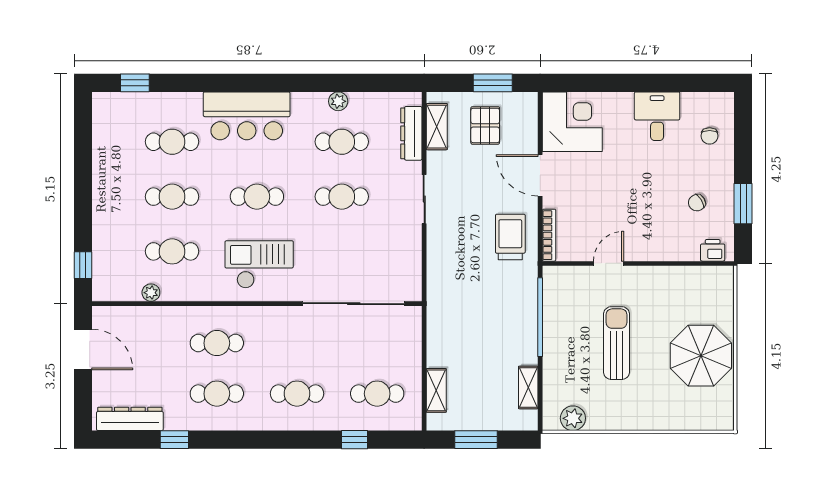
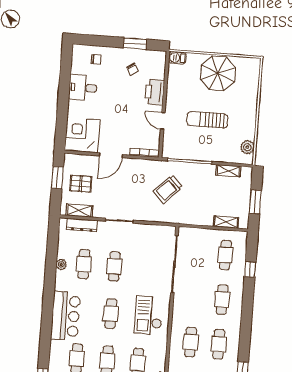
trolley: (510, 237) -> (168, 189), moved, turned -45
printer: (713, 250) -> (155, 92), moved, width x1.87, depth x1.48
barbecue: (723, 281) -> (177, 58), added

